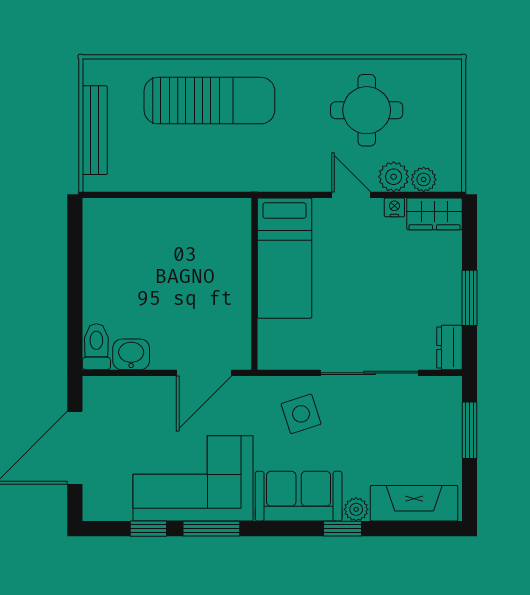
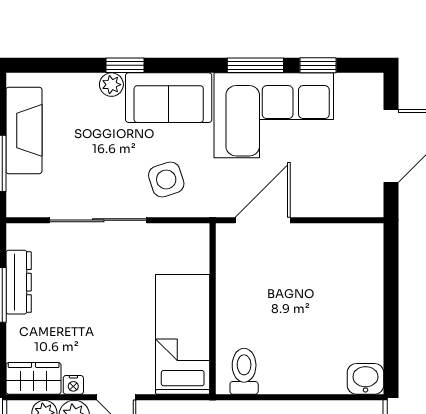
toilet: (96, 347) -> (244, 371), moved, turned 180
dresser: (449, 347) -> (19, 282), moved, width x1.44
washbasin: (131, 354) -> (365, 379), moved, turned 180
fireplace: (414, 503) -> (24, 130), moved, turned -90

